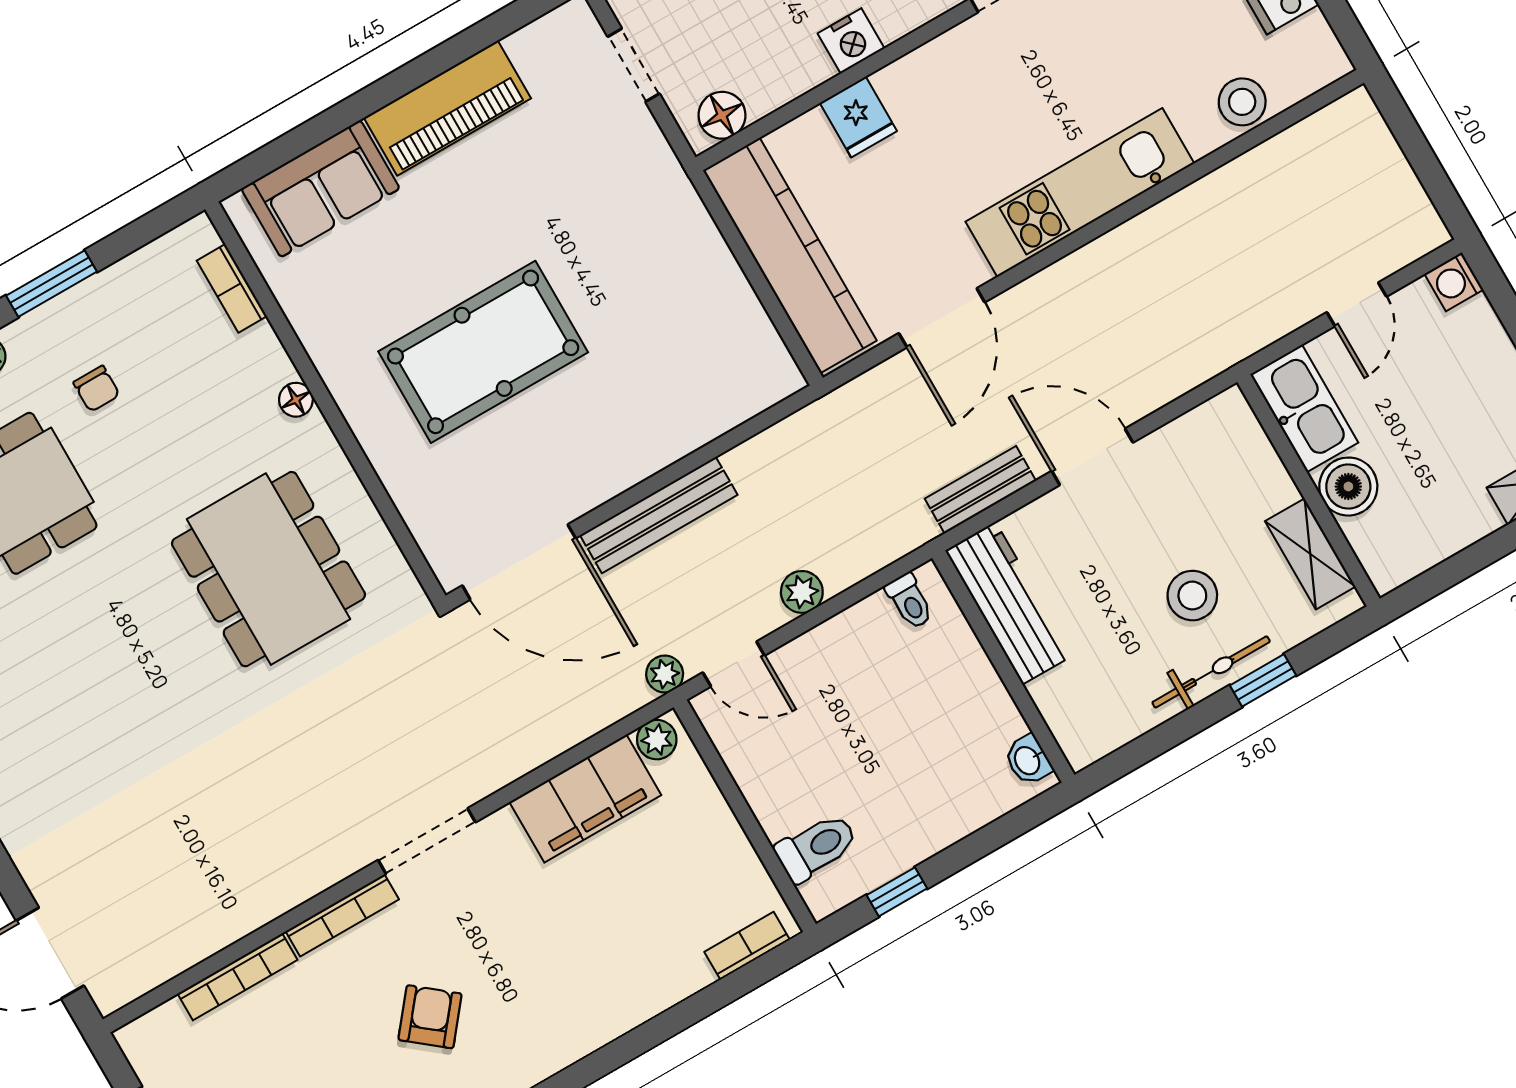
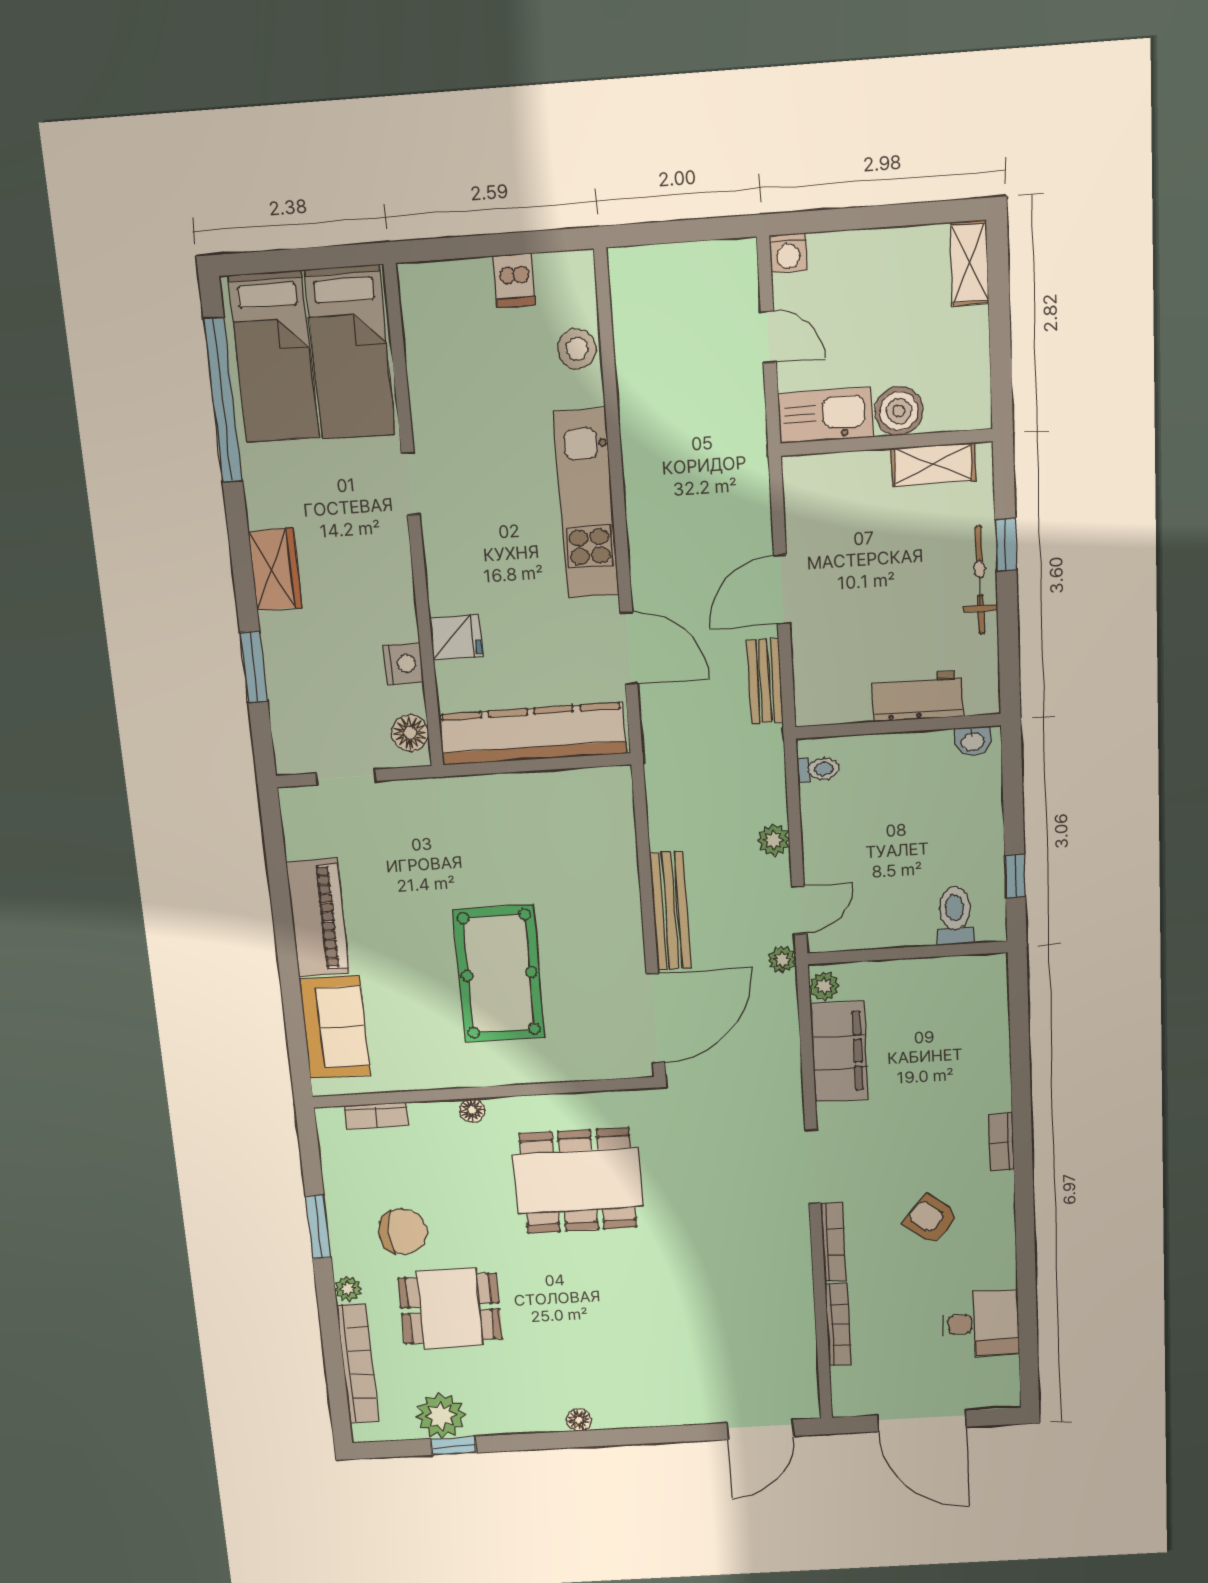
nightstand: (851, 41) -> (403, 664), moved
chair: (97, 389) -> (403, 1232), width x1.87, depth x1.87
stool: (1192, 596) -> (918, 566), removed
workbench: (1009, 603) -> (918, 696), moved, width x0.73
bookcase: (747, 946) -> (1001, 1142), moved

